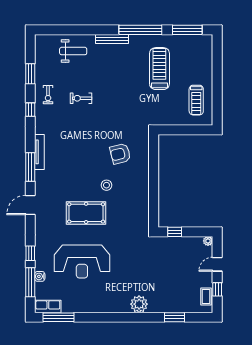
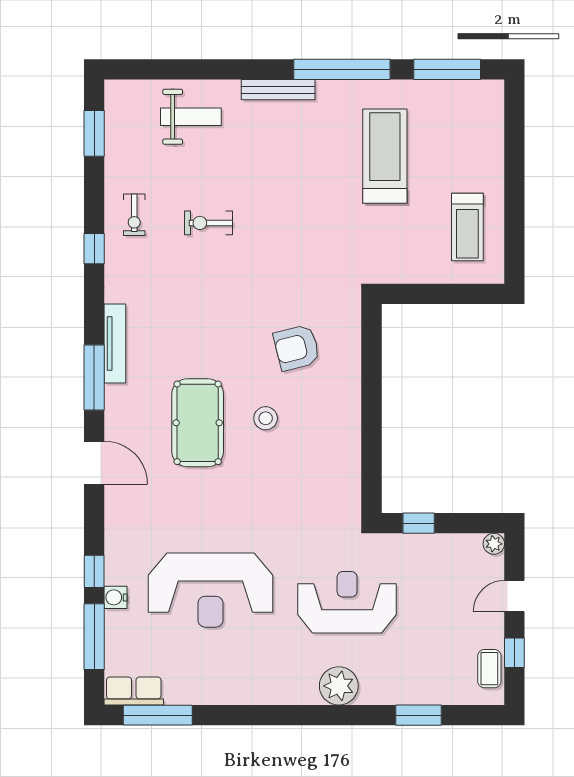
window: (30, 74) -> (94, 133), moved
door: (30, 205) -> (94, 463), swing flipped
pool table: (86, 213) -> (198, 423), moved, turned 90
reception desk: (143, 267) -> (347, 602), added
water cooler: (40, 276) -> (116, 597), moved

